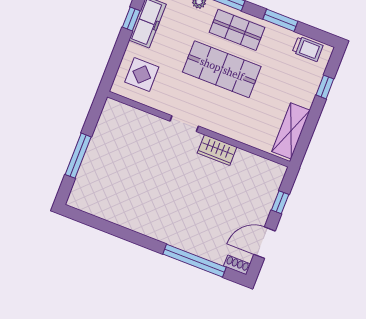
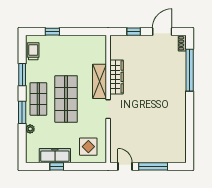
door: (94, 116) -> (125, 166), added
shelving: (291, 131) -> (100, 81), moved, turned 90
wardrobe: (217, 150) -> (117, 77), width x1.50
door: (264, 243) -> (162, 32), swing flipped

